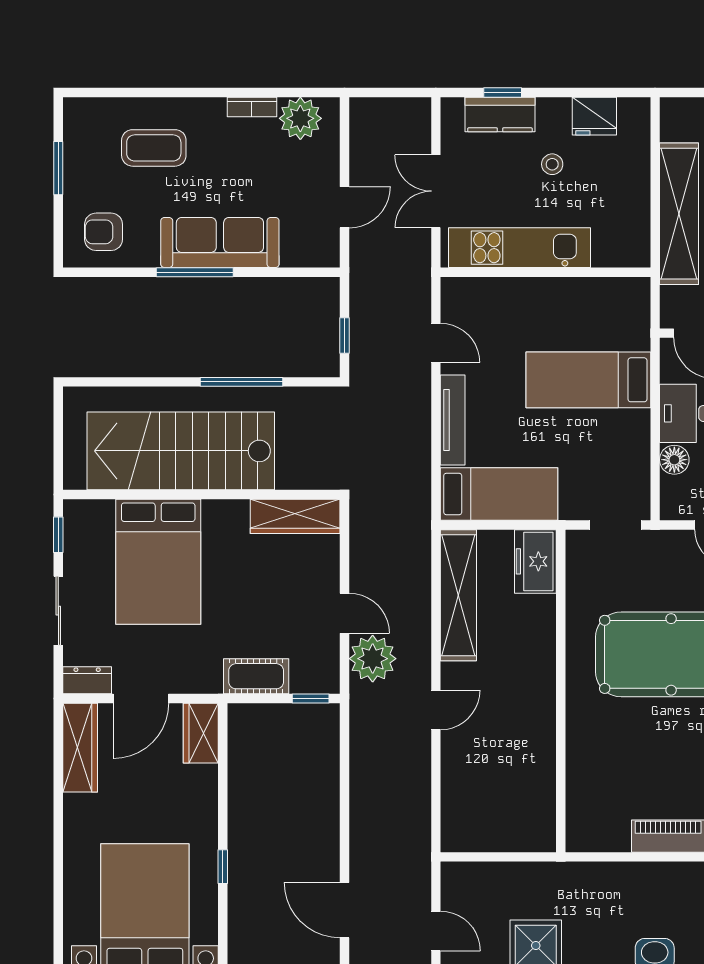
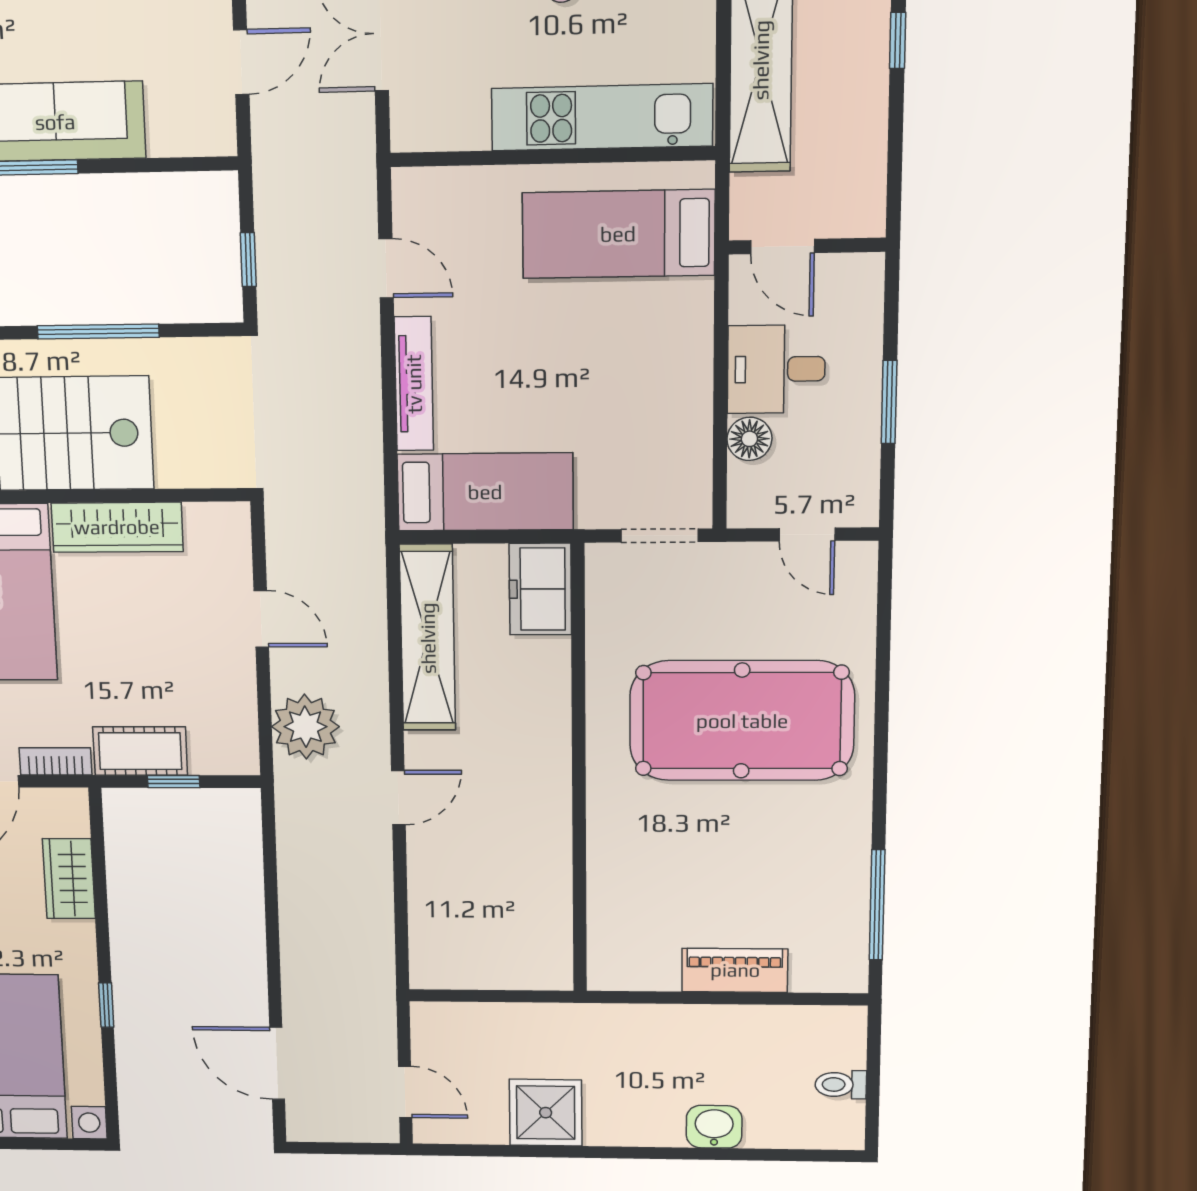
kitchen unit: (520, 248) -> (602, 117), moved
bed: (588, 380) -> (618, 234), moved
wardrobe: (295, 516) -> (117, 527), moved
door: (345, 613) -> (261, 619), moved
bookcase: (196, 684) -> (56, 761), added
window: (311, 699) -> (174, 782), moved
wardrobe: (201, 733) -> (69, 879), moved

